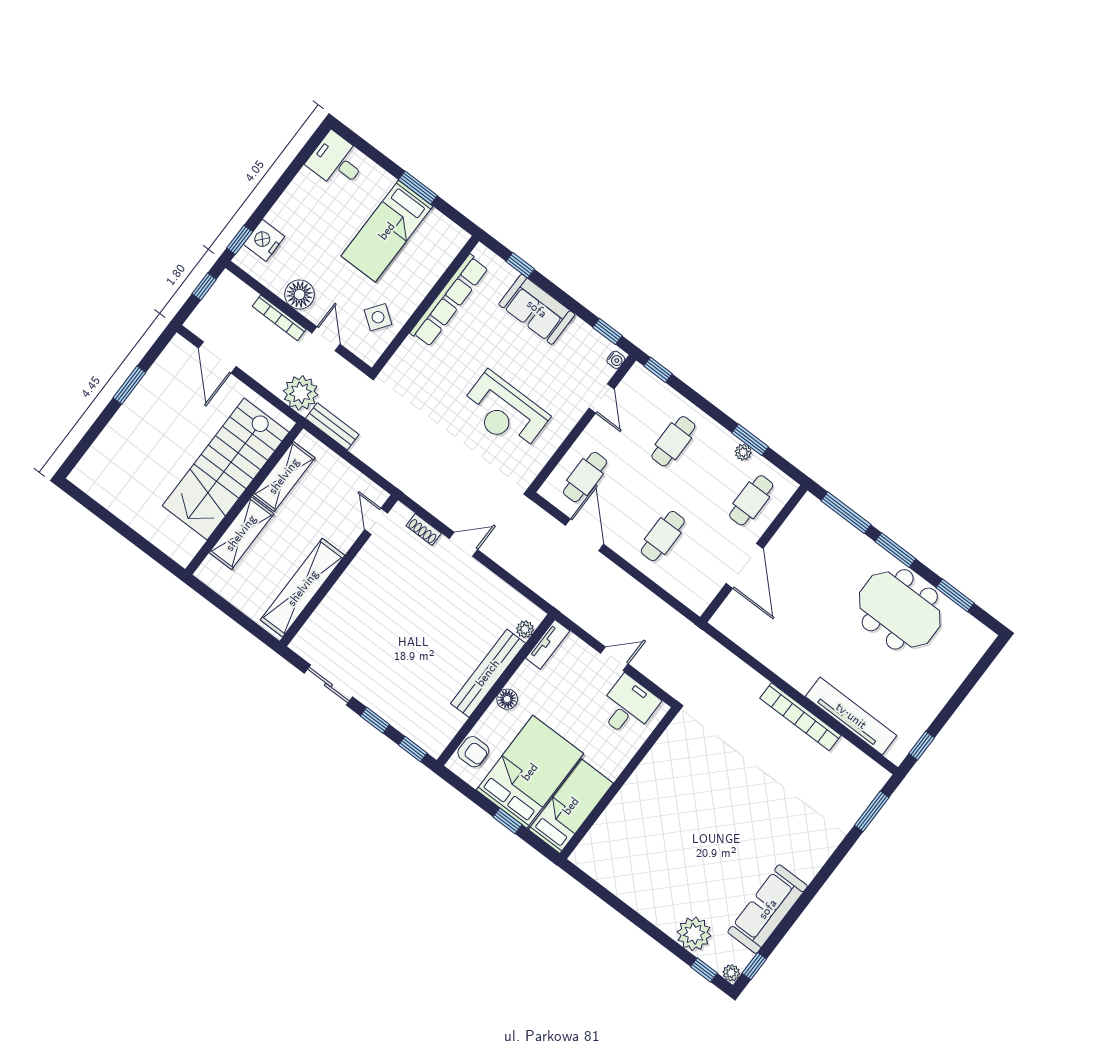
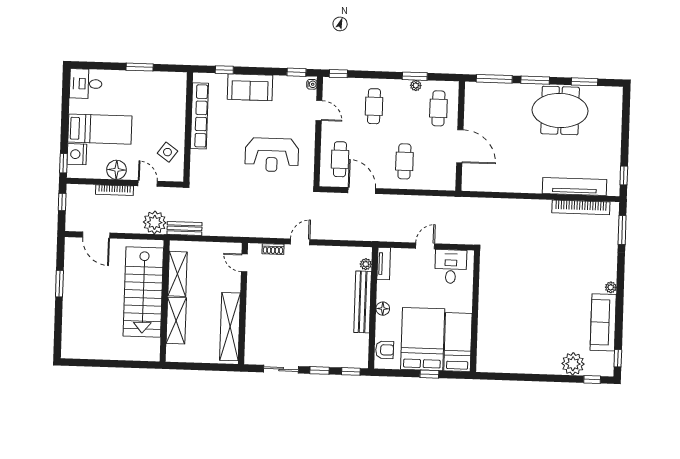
bed: (387, 231) -> (100, 129), moved, turned -90
bookcase: (800, 717) -> (581, 207), moved
plant: (731, 973) -> (611, 287), moved

